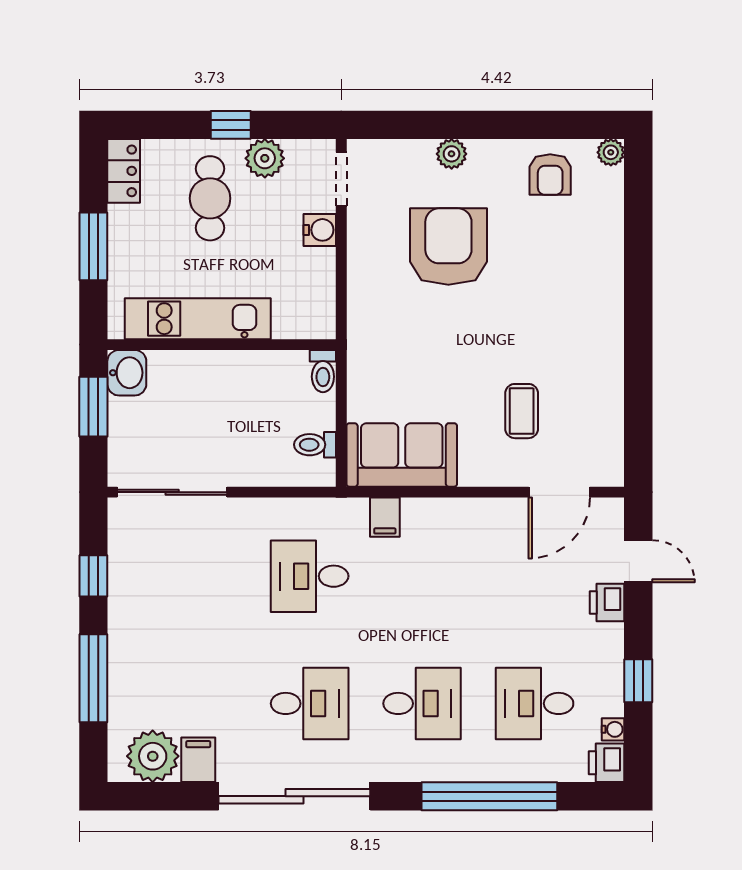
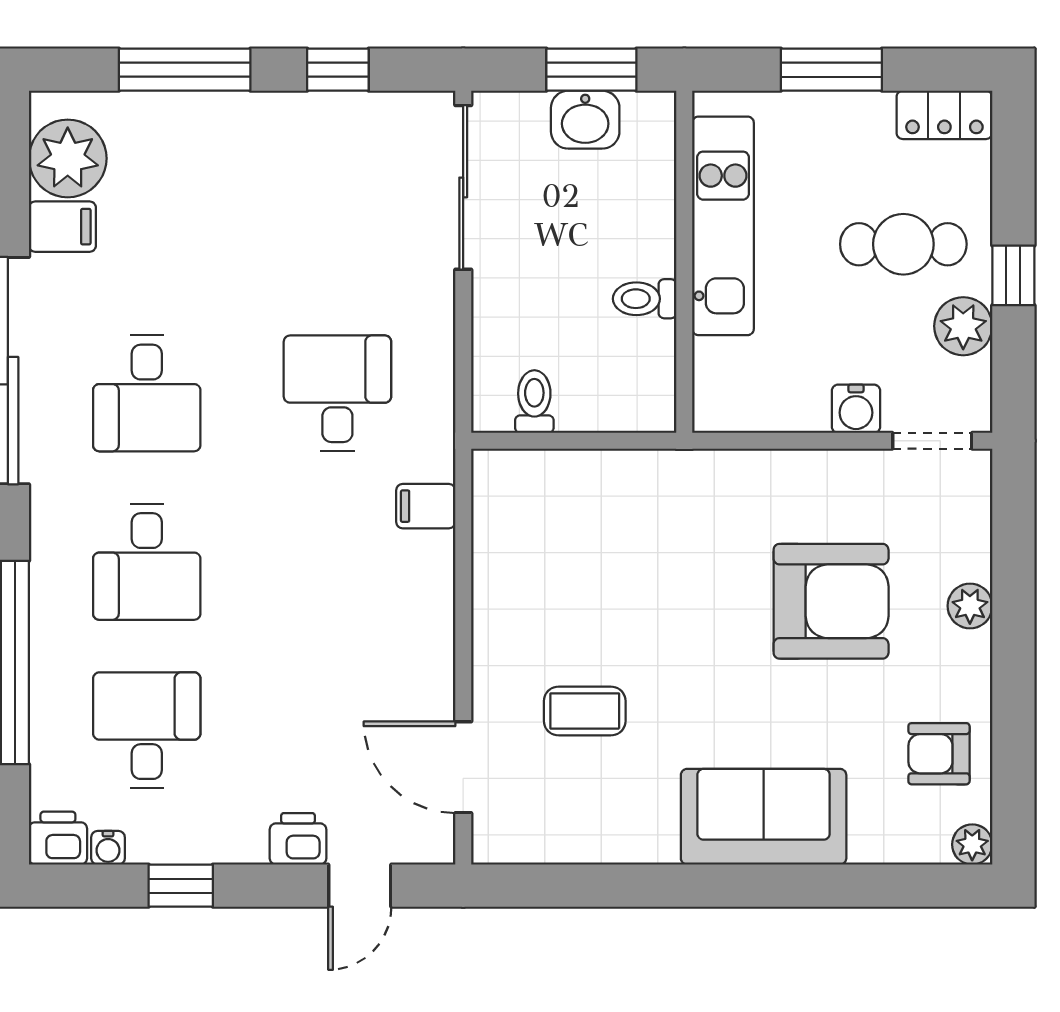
toilet: (323, 371) -> (645, 299), moved
washbasin: (127, 373) -> (585, 120), moved
sofa: (402, 455) -> (764, 817), moved, turned -90

